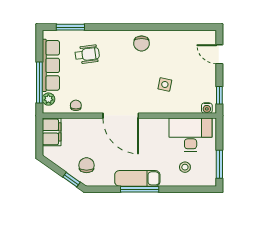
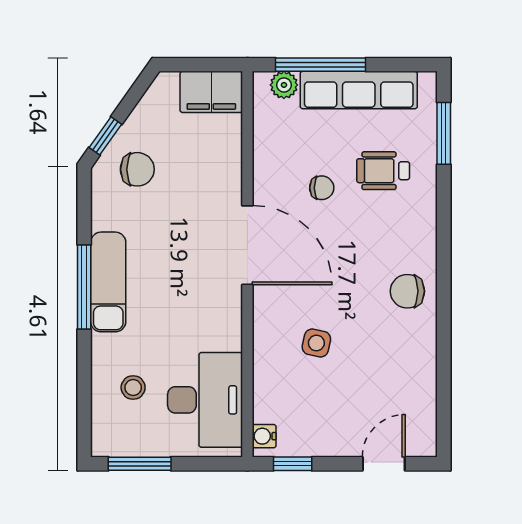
wheelchair: (87, 54) -> (383, 171), turned 97
chair: (76, 105) -> (322, 188), moved
door: (121, 116) -> (247, 245), swing flipped

